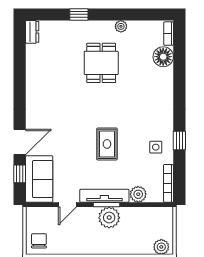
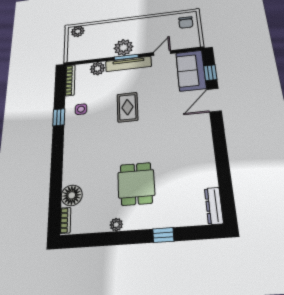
dresser: (32, 32) -> (214, 206), width x1.44

